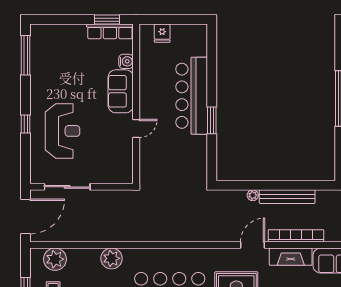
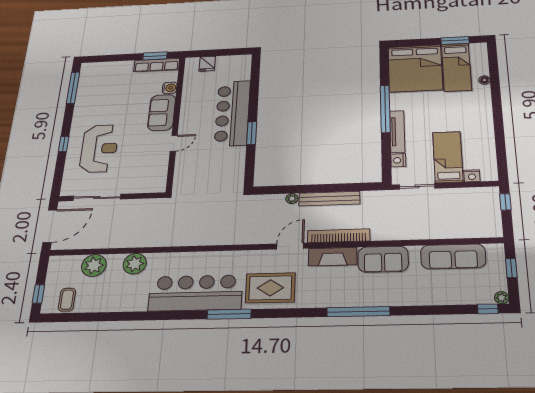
plant: (55, 259) -> (94, 265), moved

